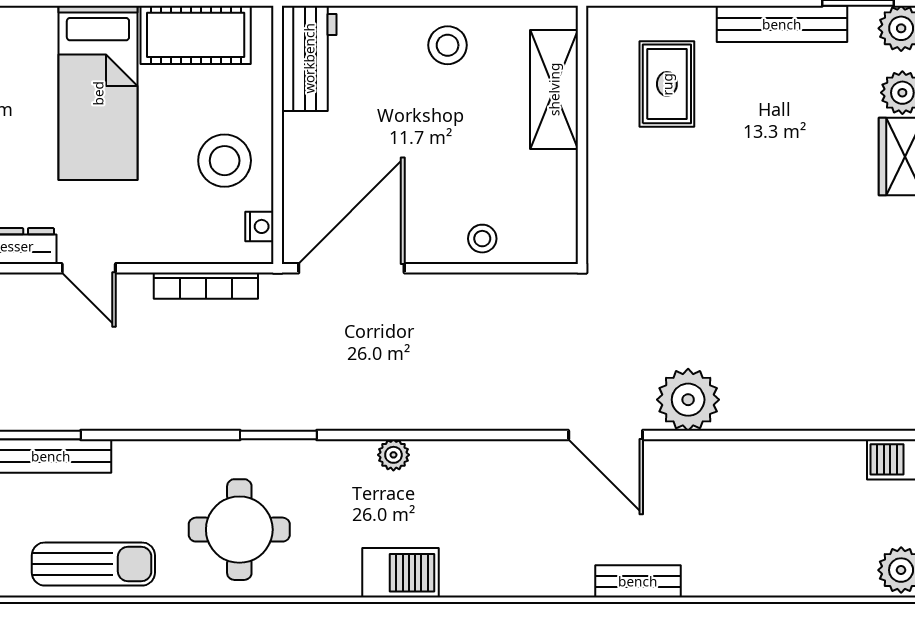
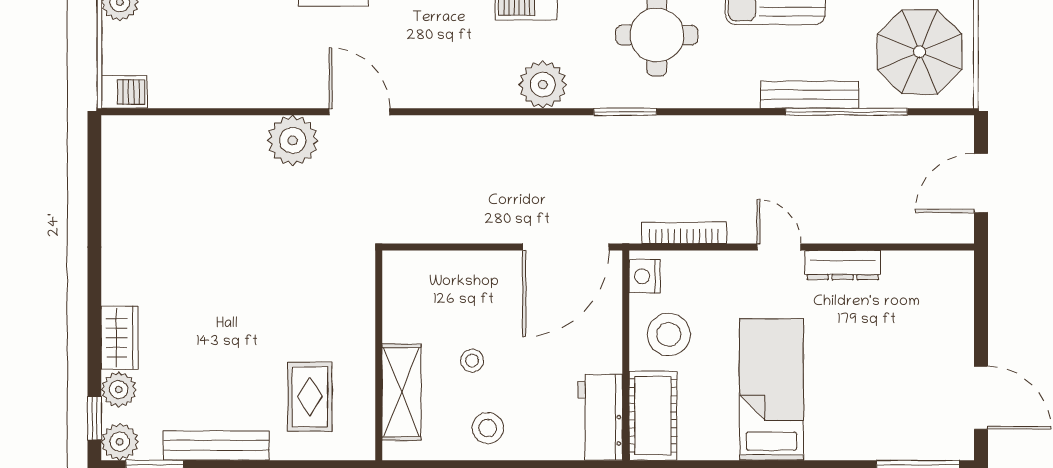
cot: (196, 35) -> (653, 416), moved, turned 90
nightstand: (259, 226) -> (645, 276), width x1.39, depth x1.35
stool: (482, 239) -> (472, 361), moved
plant: (393, 455) -> (543, 85), width x1.87, depth x1.87

